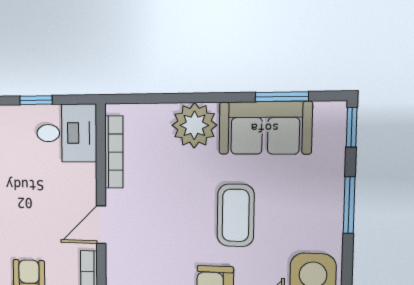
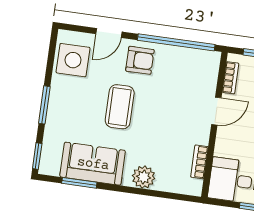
plant: (194, 125) -> (144, 177), width x0.73, depth x0.73
bookcase: (114, 152) -> (199, 162), width x0.64

